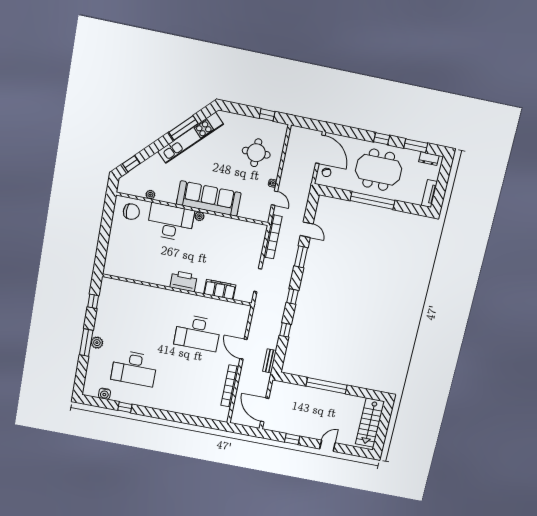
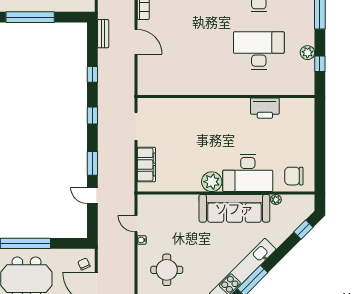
sofa: (209, 199) -> (234, 208), moved
plant: (199, 216) -> (212, 182), width x1.88, depth x1.88
bookcase: (273, 237) -> (129, 180), removed
printer: (184, 281) -> (265, 108), moved
filing cabinet: (220, 289) -> (146, 164), moved, turned -90
desk: (198, 333) -> (259, 50), moved
plant: (97, 343) -> (307, 53), moved

